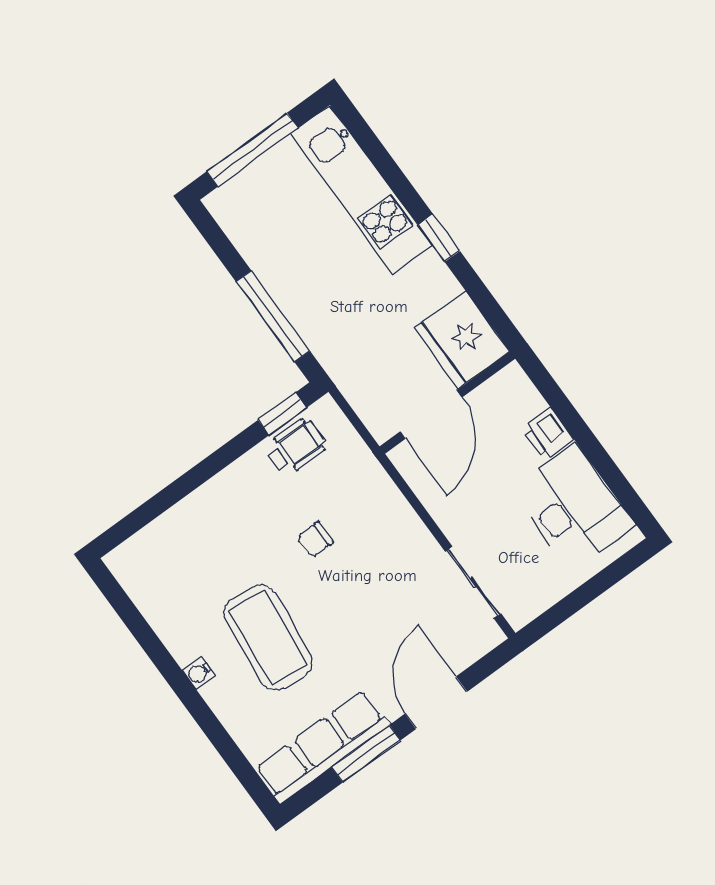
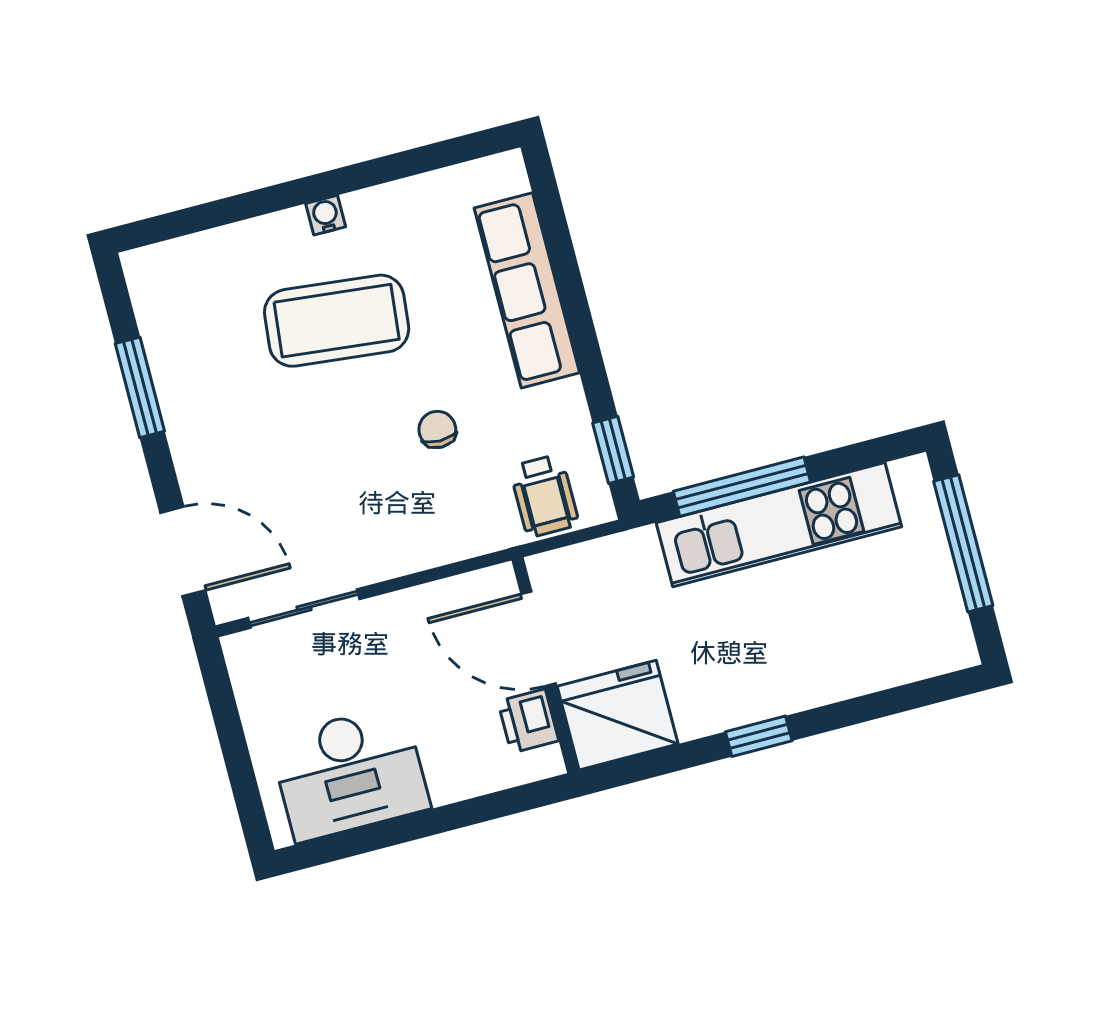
kitchen unit: (361, 189) -> (779, 525), moved, turned 180
printer: (548, 434) -> (528, 721), moved, turned -90
wheelchair: (296, 447) -> (544, 496), moved
door: (436, 703) -> (183, 551), moved
row of seats: (322, 747) -> (527, 290), moved, turned 180

